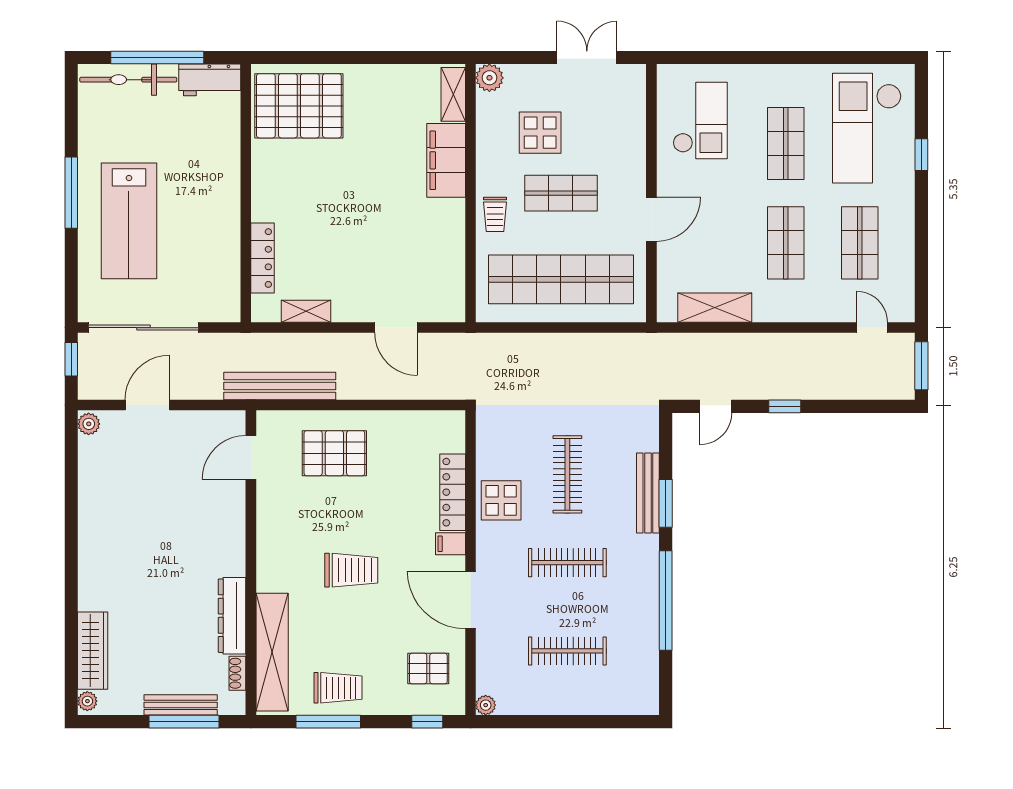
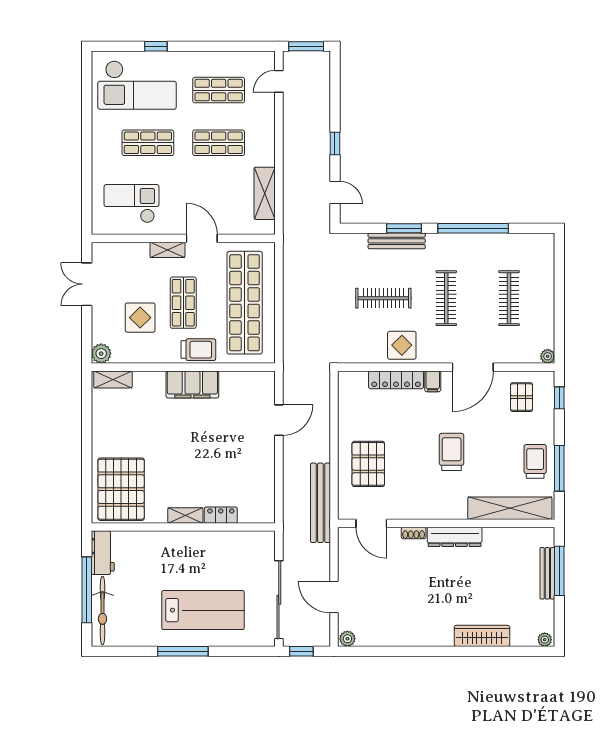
filing cabinet: (446, 160) -> (192, 384), moved
shelving: (635, 171) -> (167, 250), added
trolley: (495, 214) -> (198, 350), width x1.36, depth x1.39
locker: (262, 258) -> (221, 515), width x0.66
shelving: (306, 311) -> (185, 515), moved, turned 90
dresser: (232, 616) -> (455, 537), moved
wardrobe: (93, 651) -> (482, 636), moved
shoe rack: (237, 673) -> (414, 533), moved

